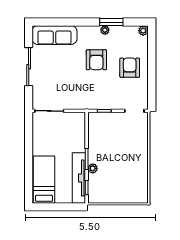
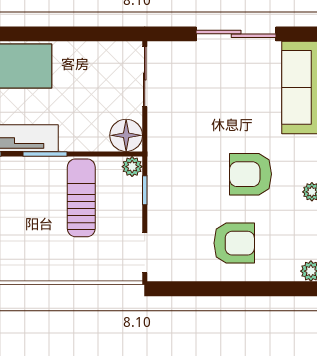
floor lamp: (78, 120) -> (126, 135), added
sun lounger: (108, 142) -> (81, 198), added
plant: (93, 168) -> (132, 167), moved

